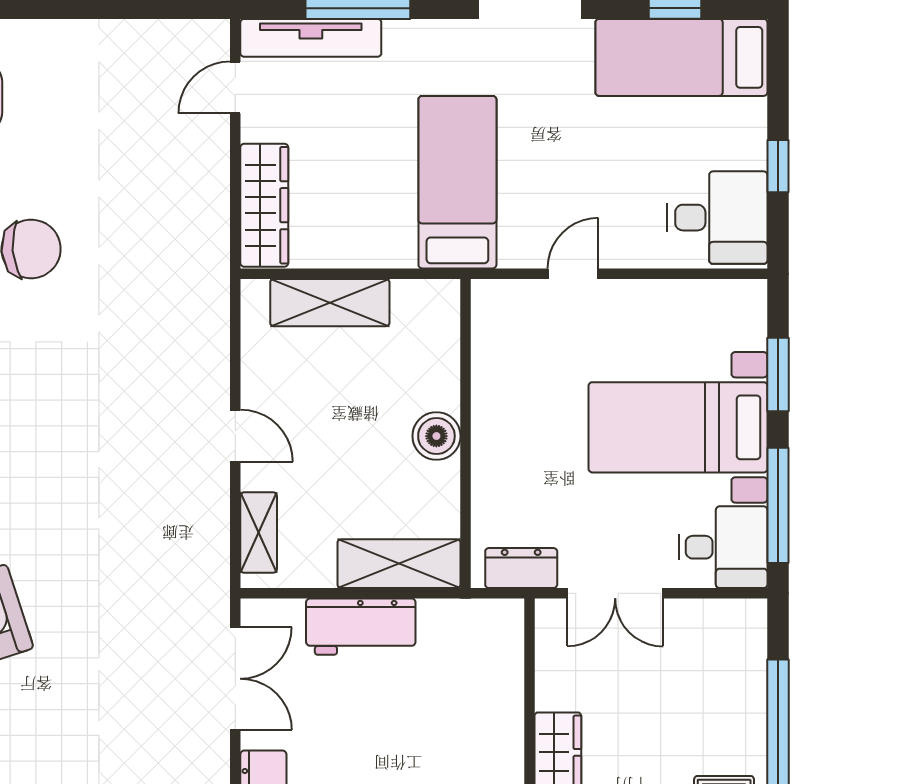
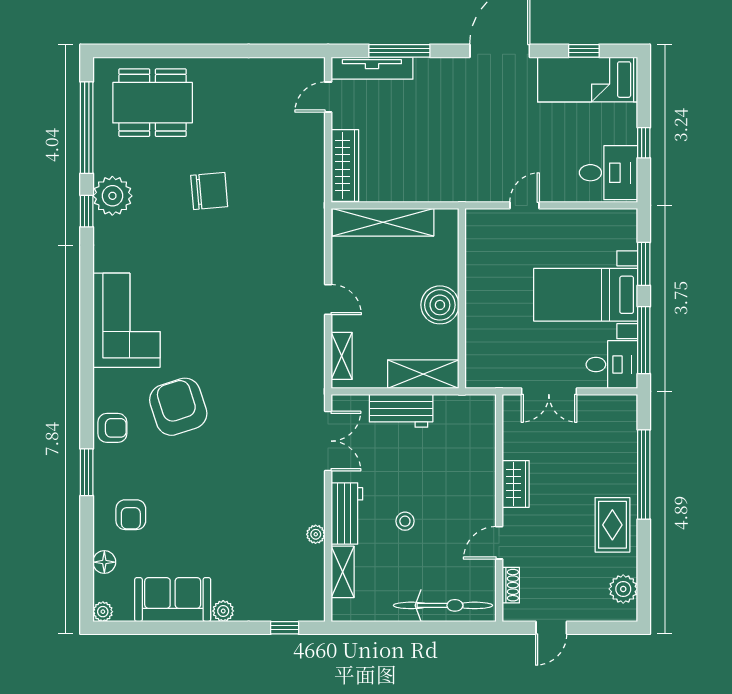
bed: (457, 182) -> (457, 152), removed
shelving: (330, 303) -> (383, 222), width x1.47
boiler: (436, 436) -> (440, 305), width x1.37, depth x1.37
dresser: (521, 568) -> (494, 377), removed

